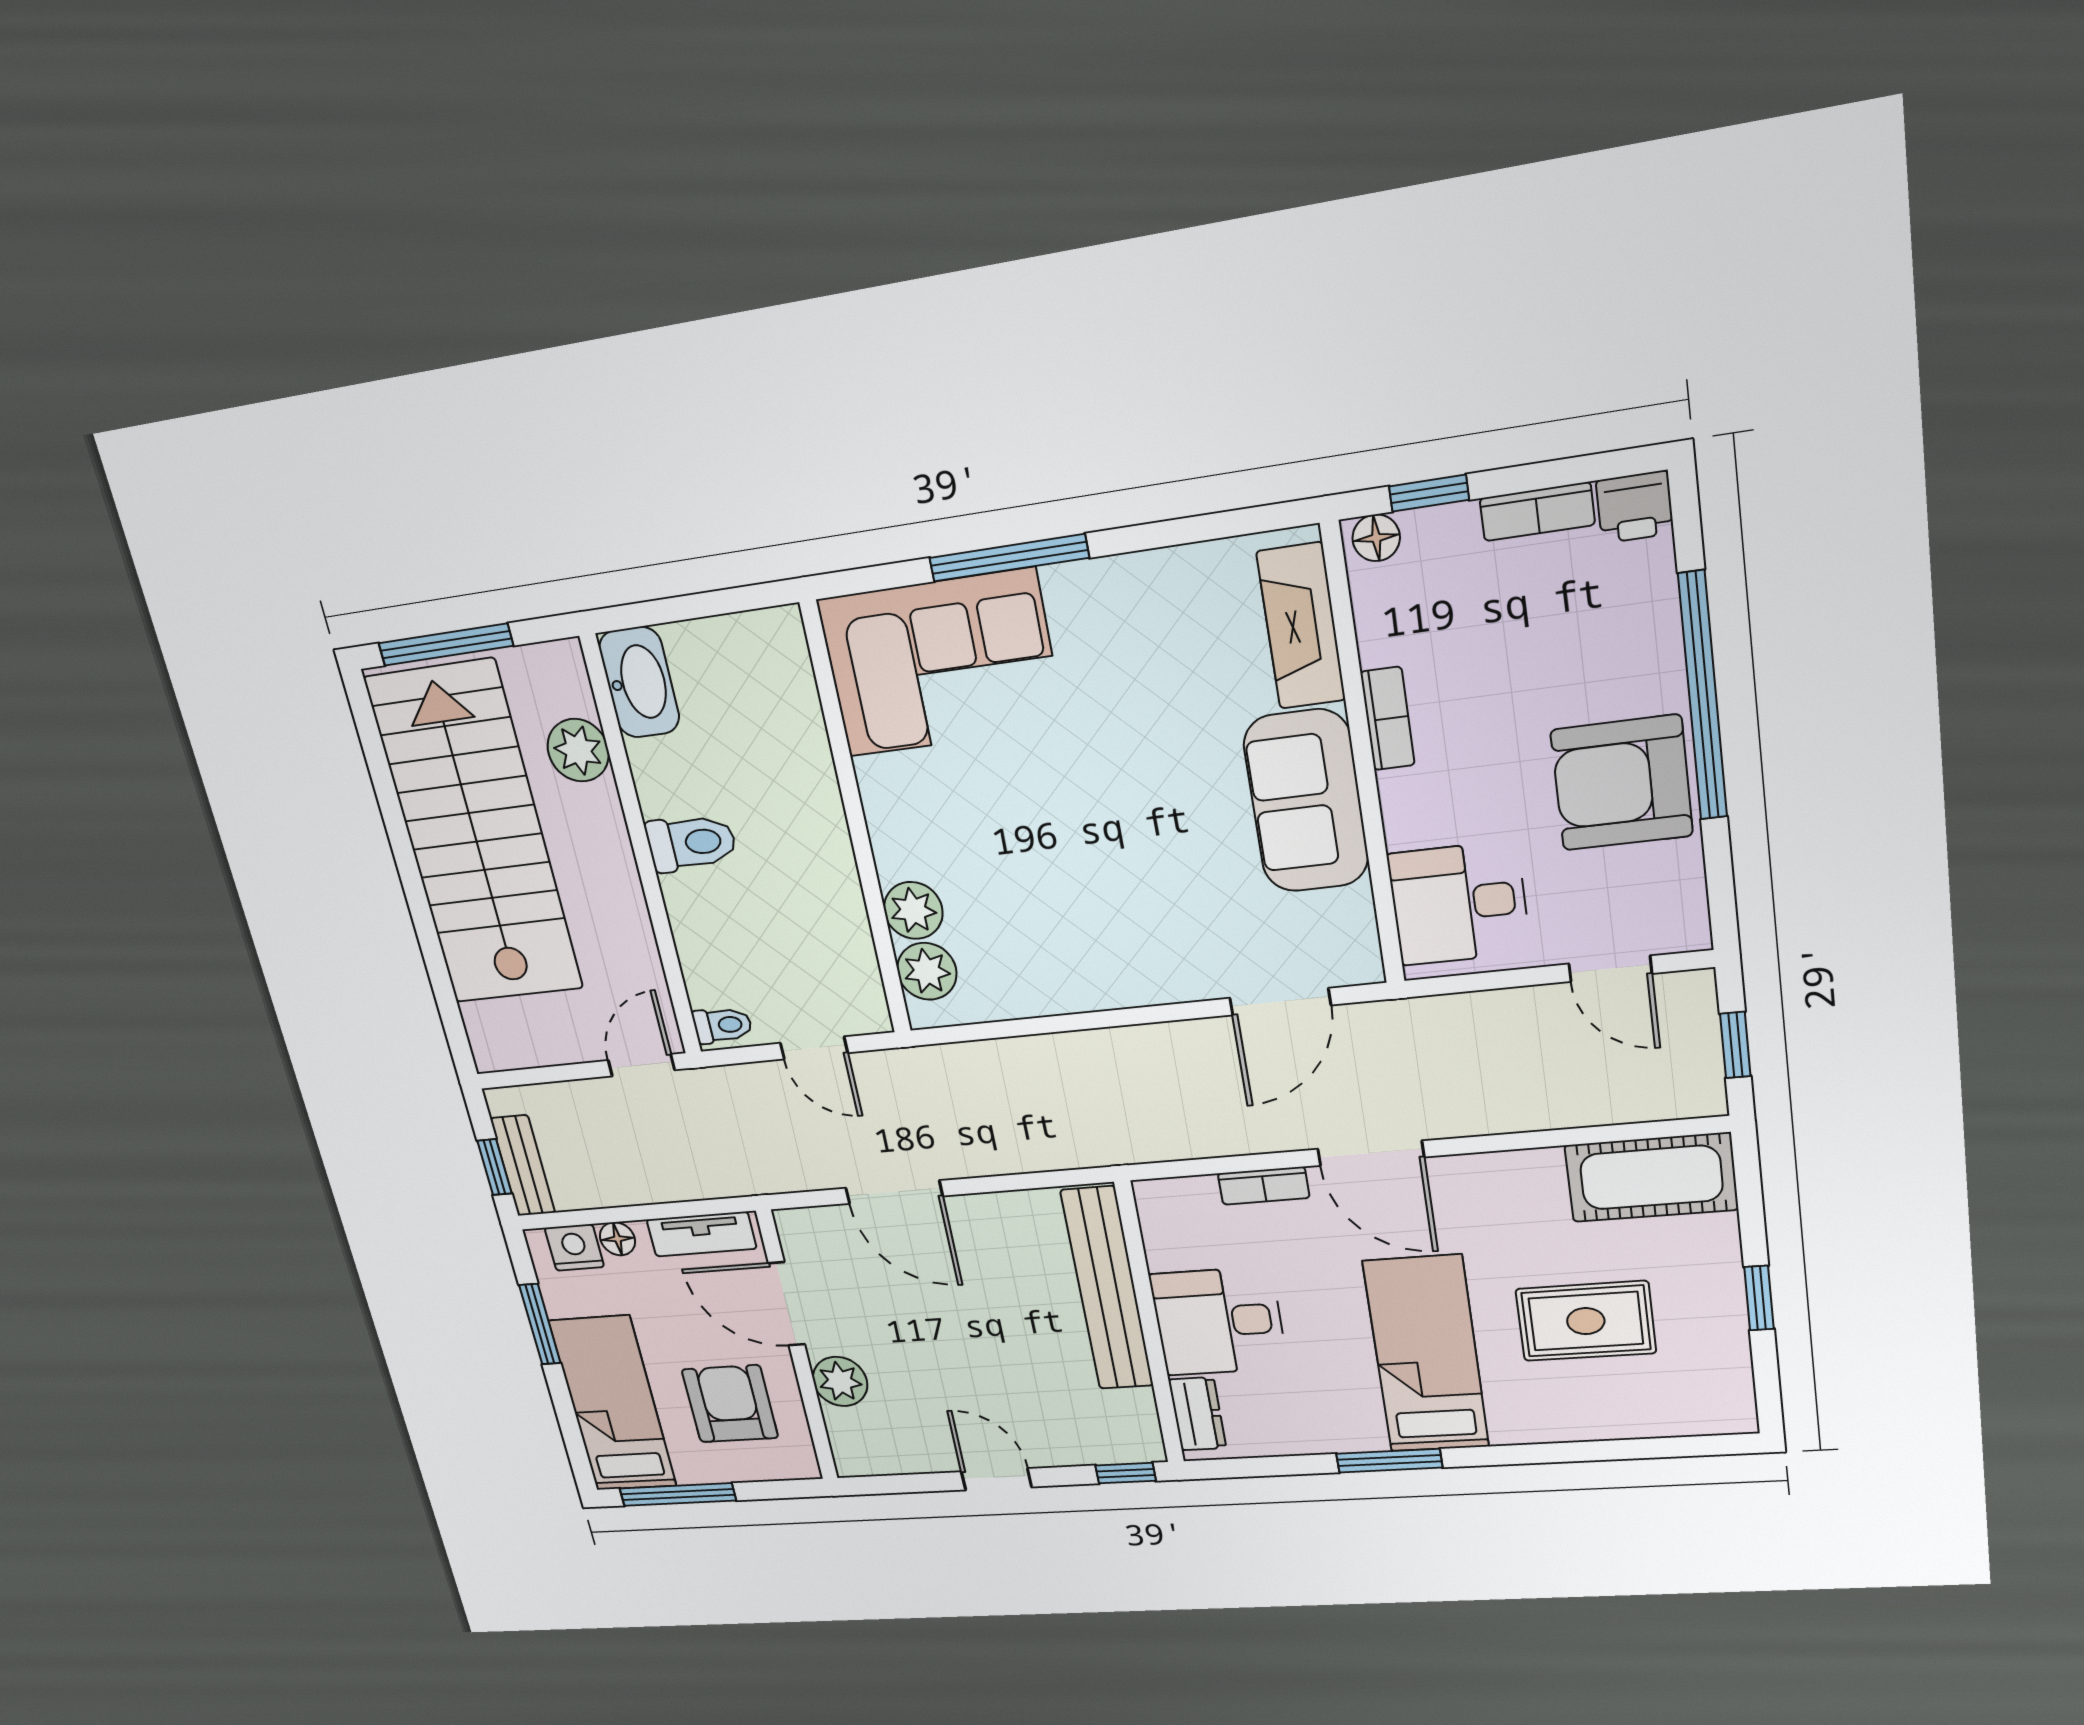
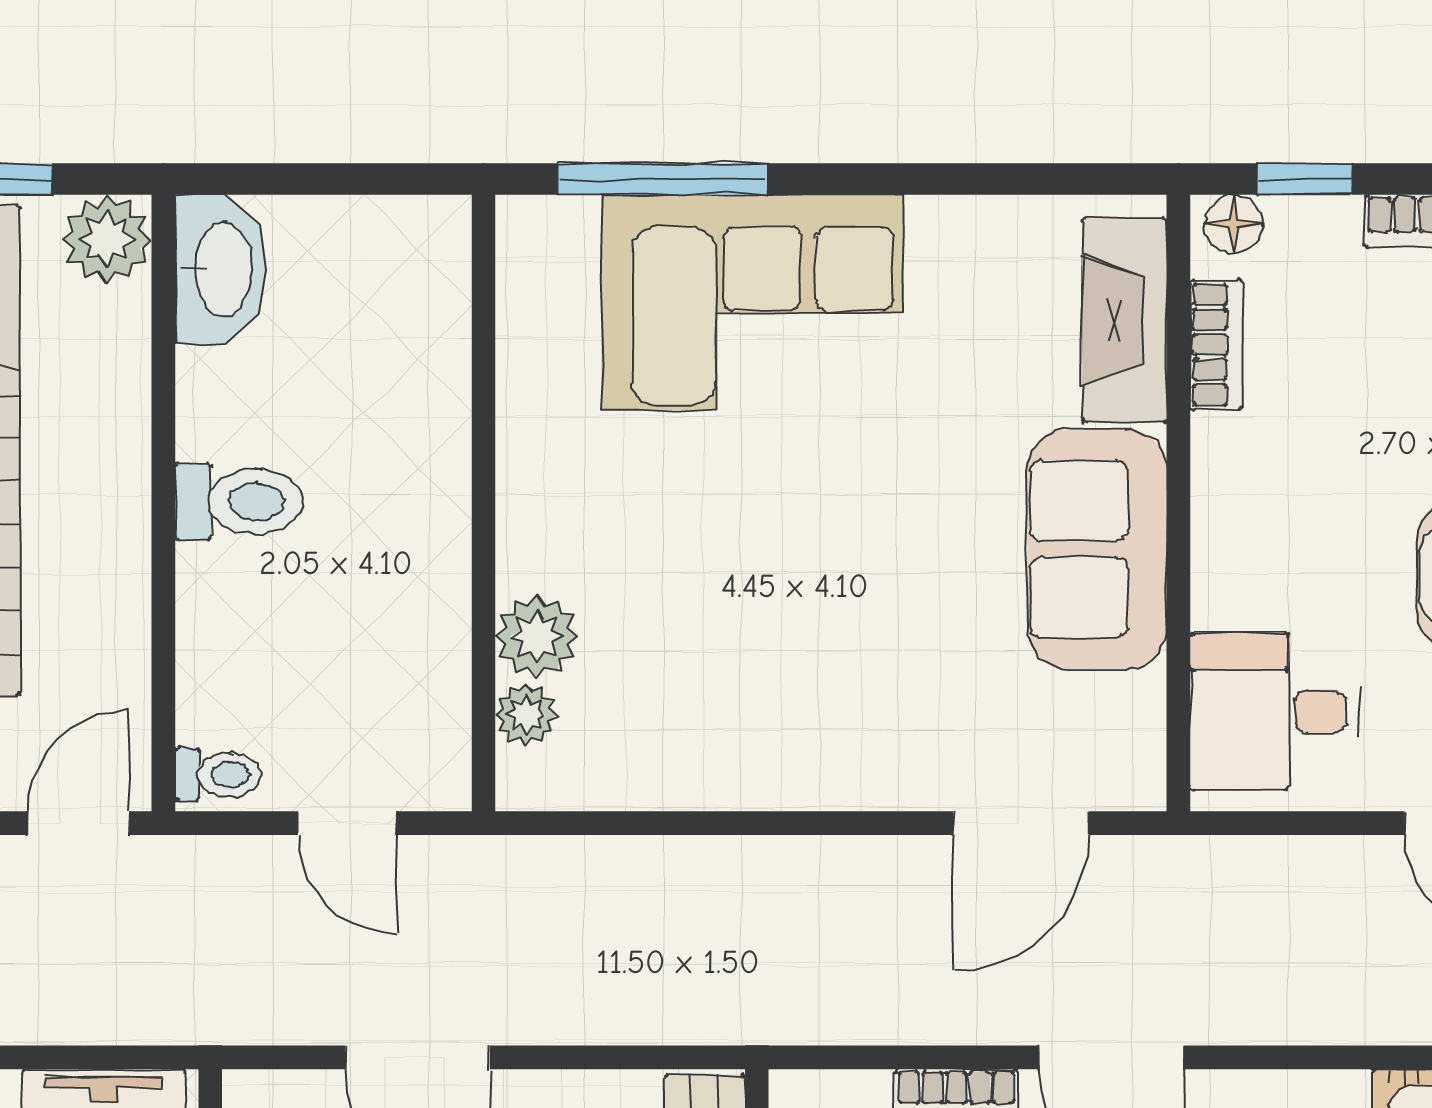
window: (1009, 558) -> (662, 179), moved
corner sofa: (941, 663) -> (752, 302), moved
bookcase: (1387, 719) -> (1216, 345), moved
plant: (578, 750) -> (107, 239), moved
plant: (927, 971) -> (526, 715), width x0.73, depth x0.73

